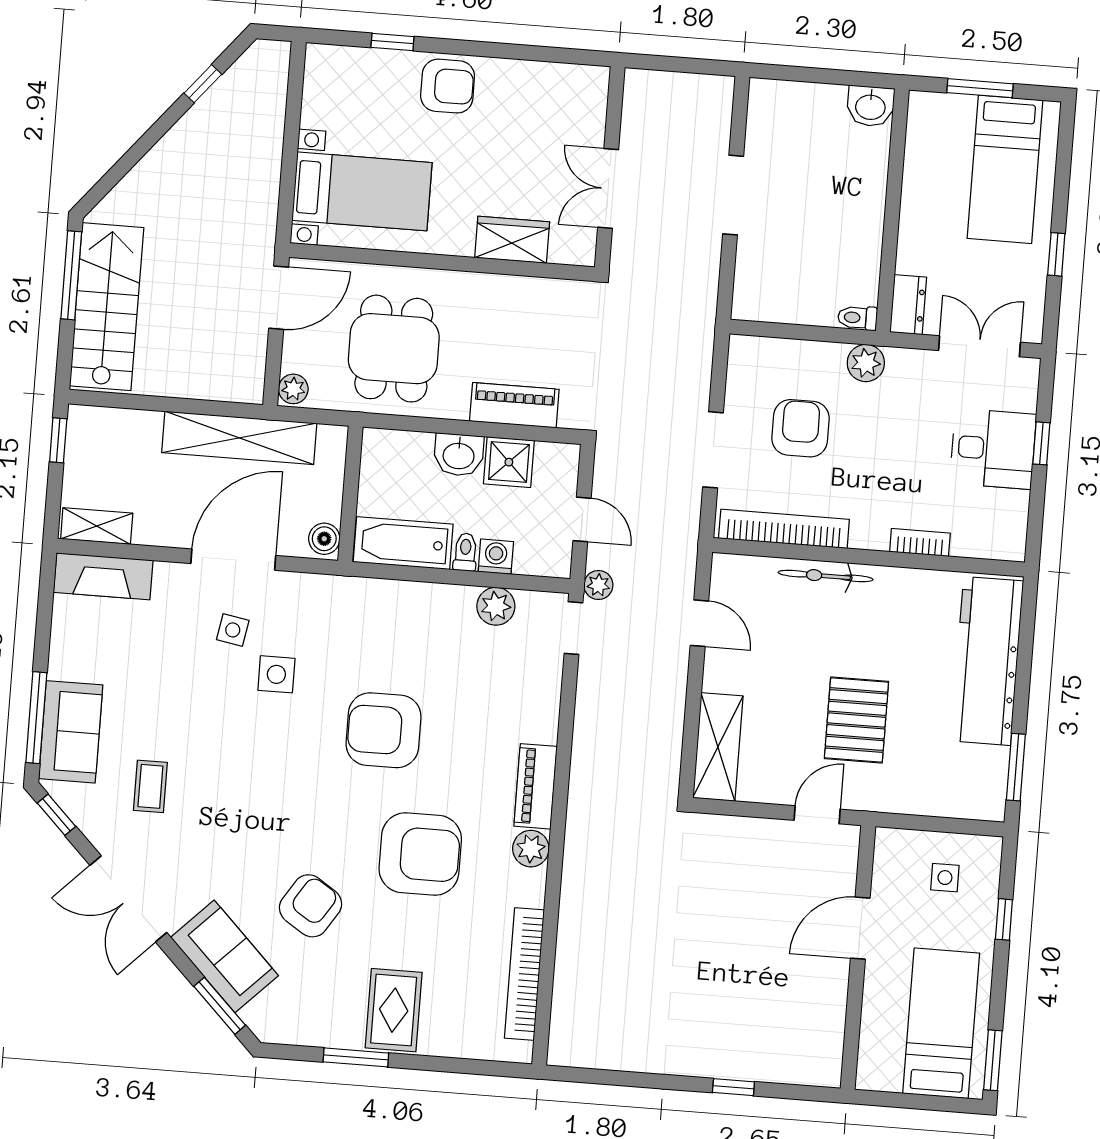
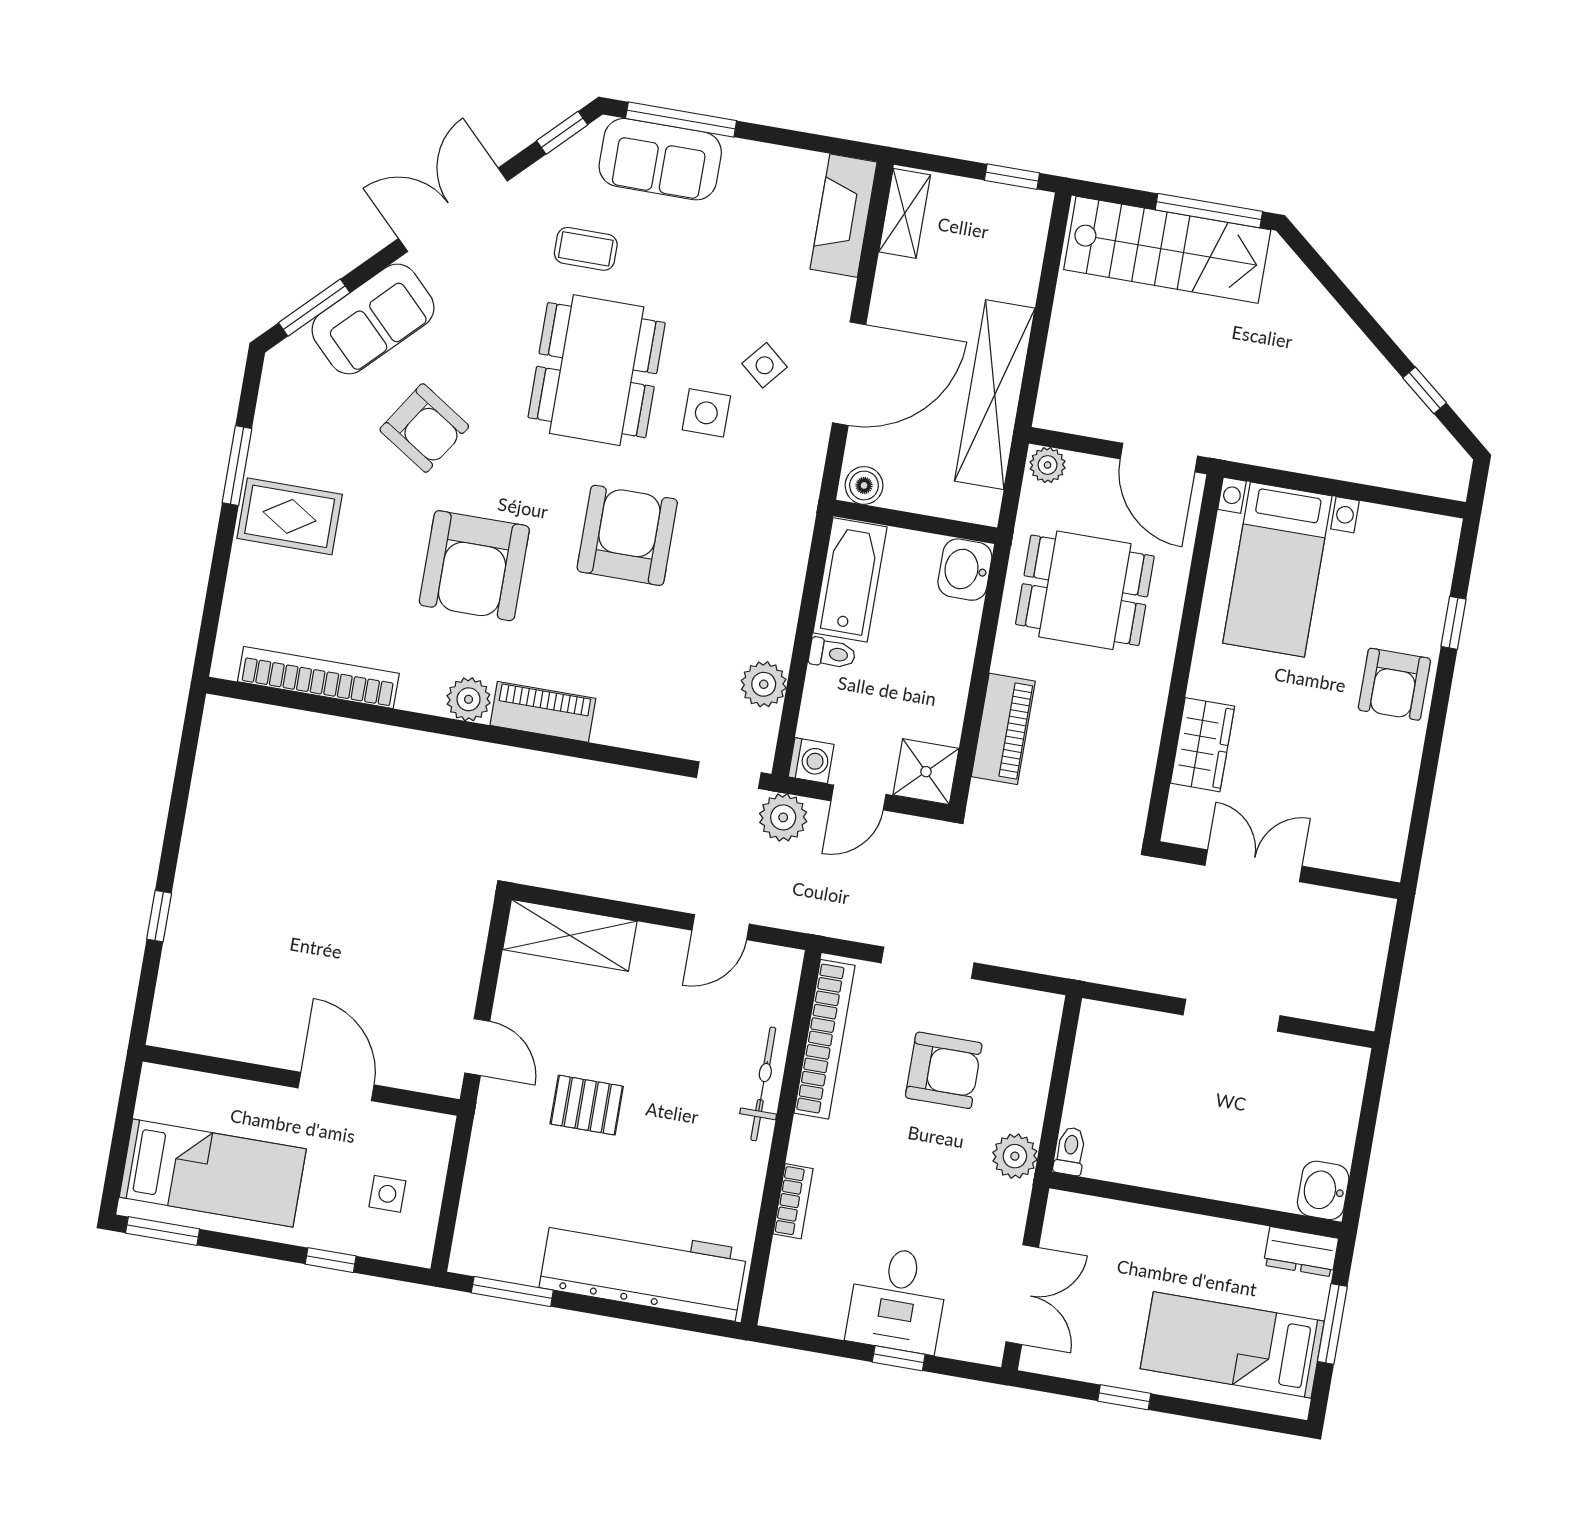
dresser: (908, 305) -> (1301, 1252), moved
washbasin: (459, 455) -> (965, 570), moved
shower: (509, 462) -> (926, 772), moved
washing machine: (496, 557) -> (811, 761), moved
door: (233, 560) -> (849, 374), hinge flipped
plant: (598, 585) -> (783, 817), width x1.38, depth x1.38
side table: (233, 630) -> (765, 365), turned 30
pallet: (856, 720) -> (587, 1105), width x0.67, depth x0.71
dining table: (250, 768) -> (597, 370), added

